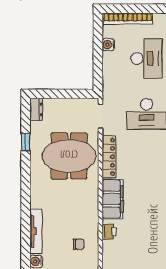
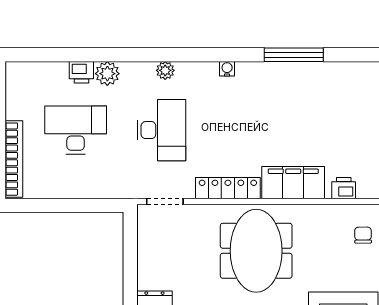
water cooler: (108, 45) -> (54, 189), removed
meeting table: (69, 156) -> (256, 251), moved

